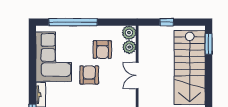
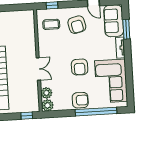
window: (167, 22) -> (27, 116), moved
armchair: (102, 49) -> (80, 100), moved, turned 90

